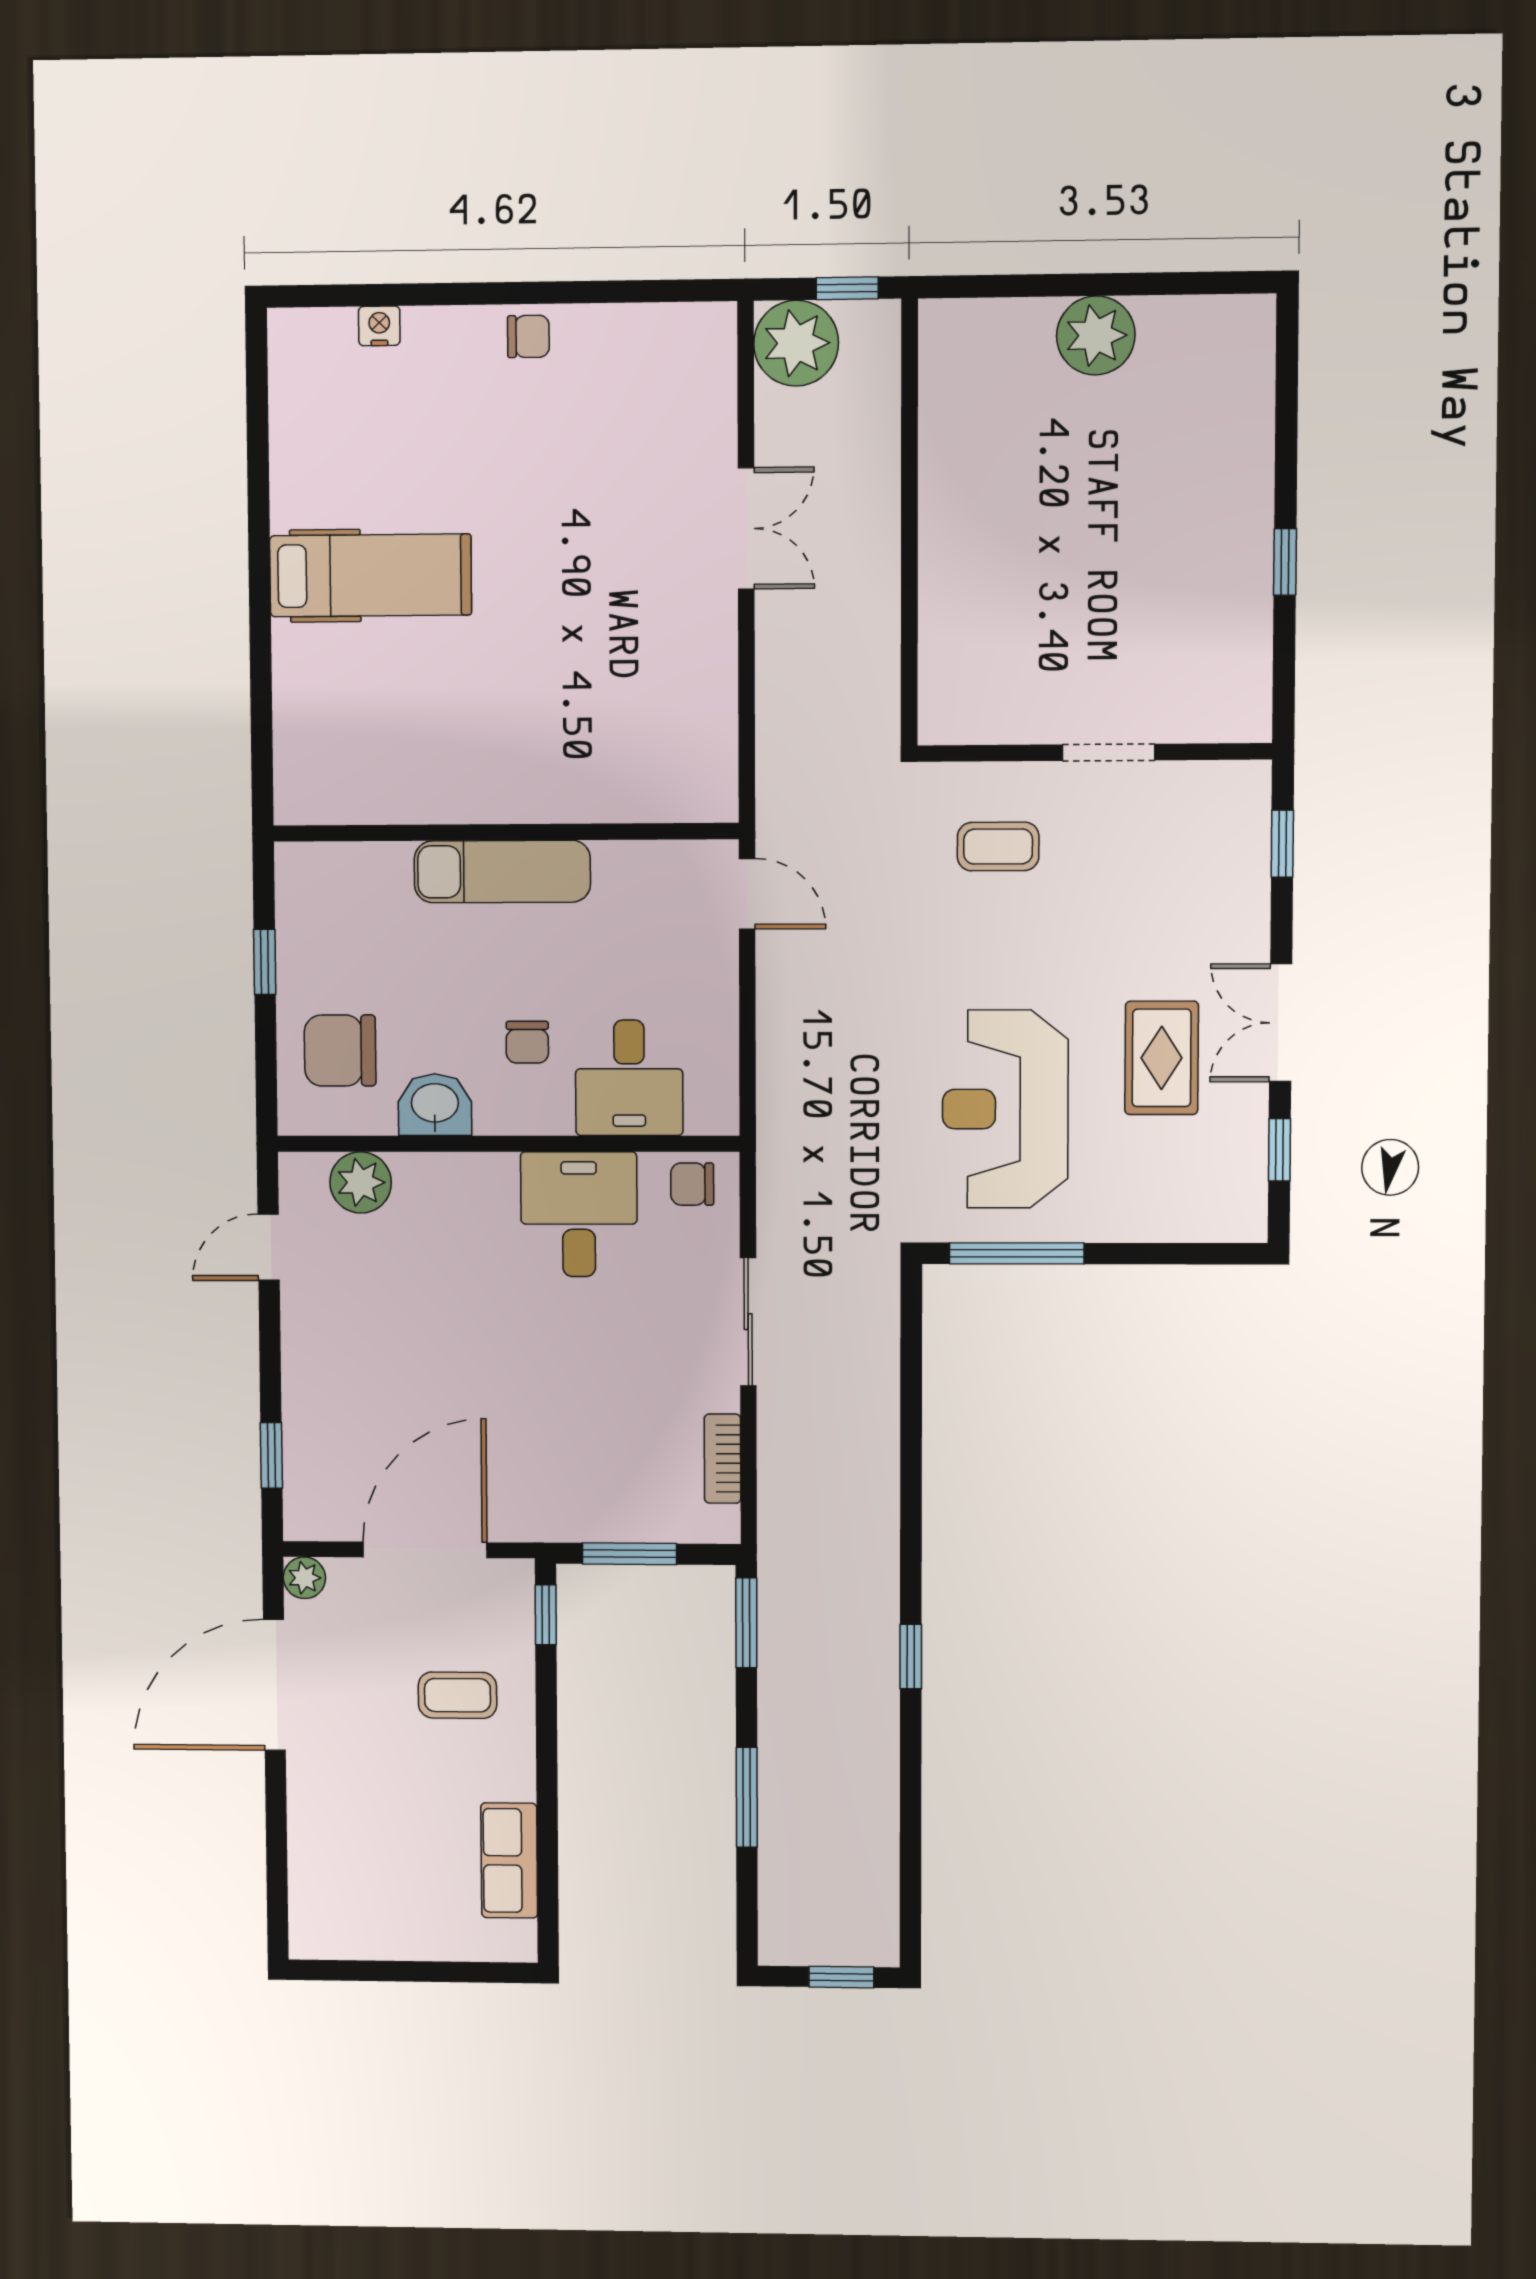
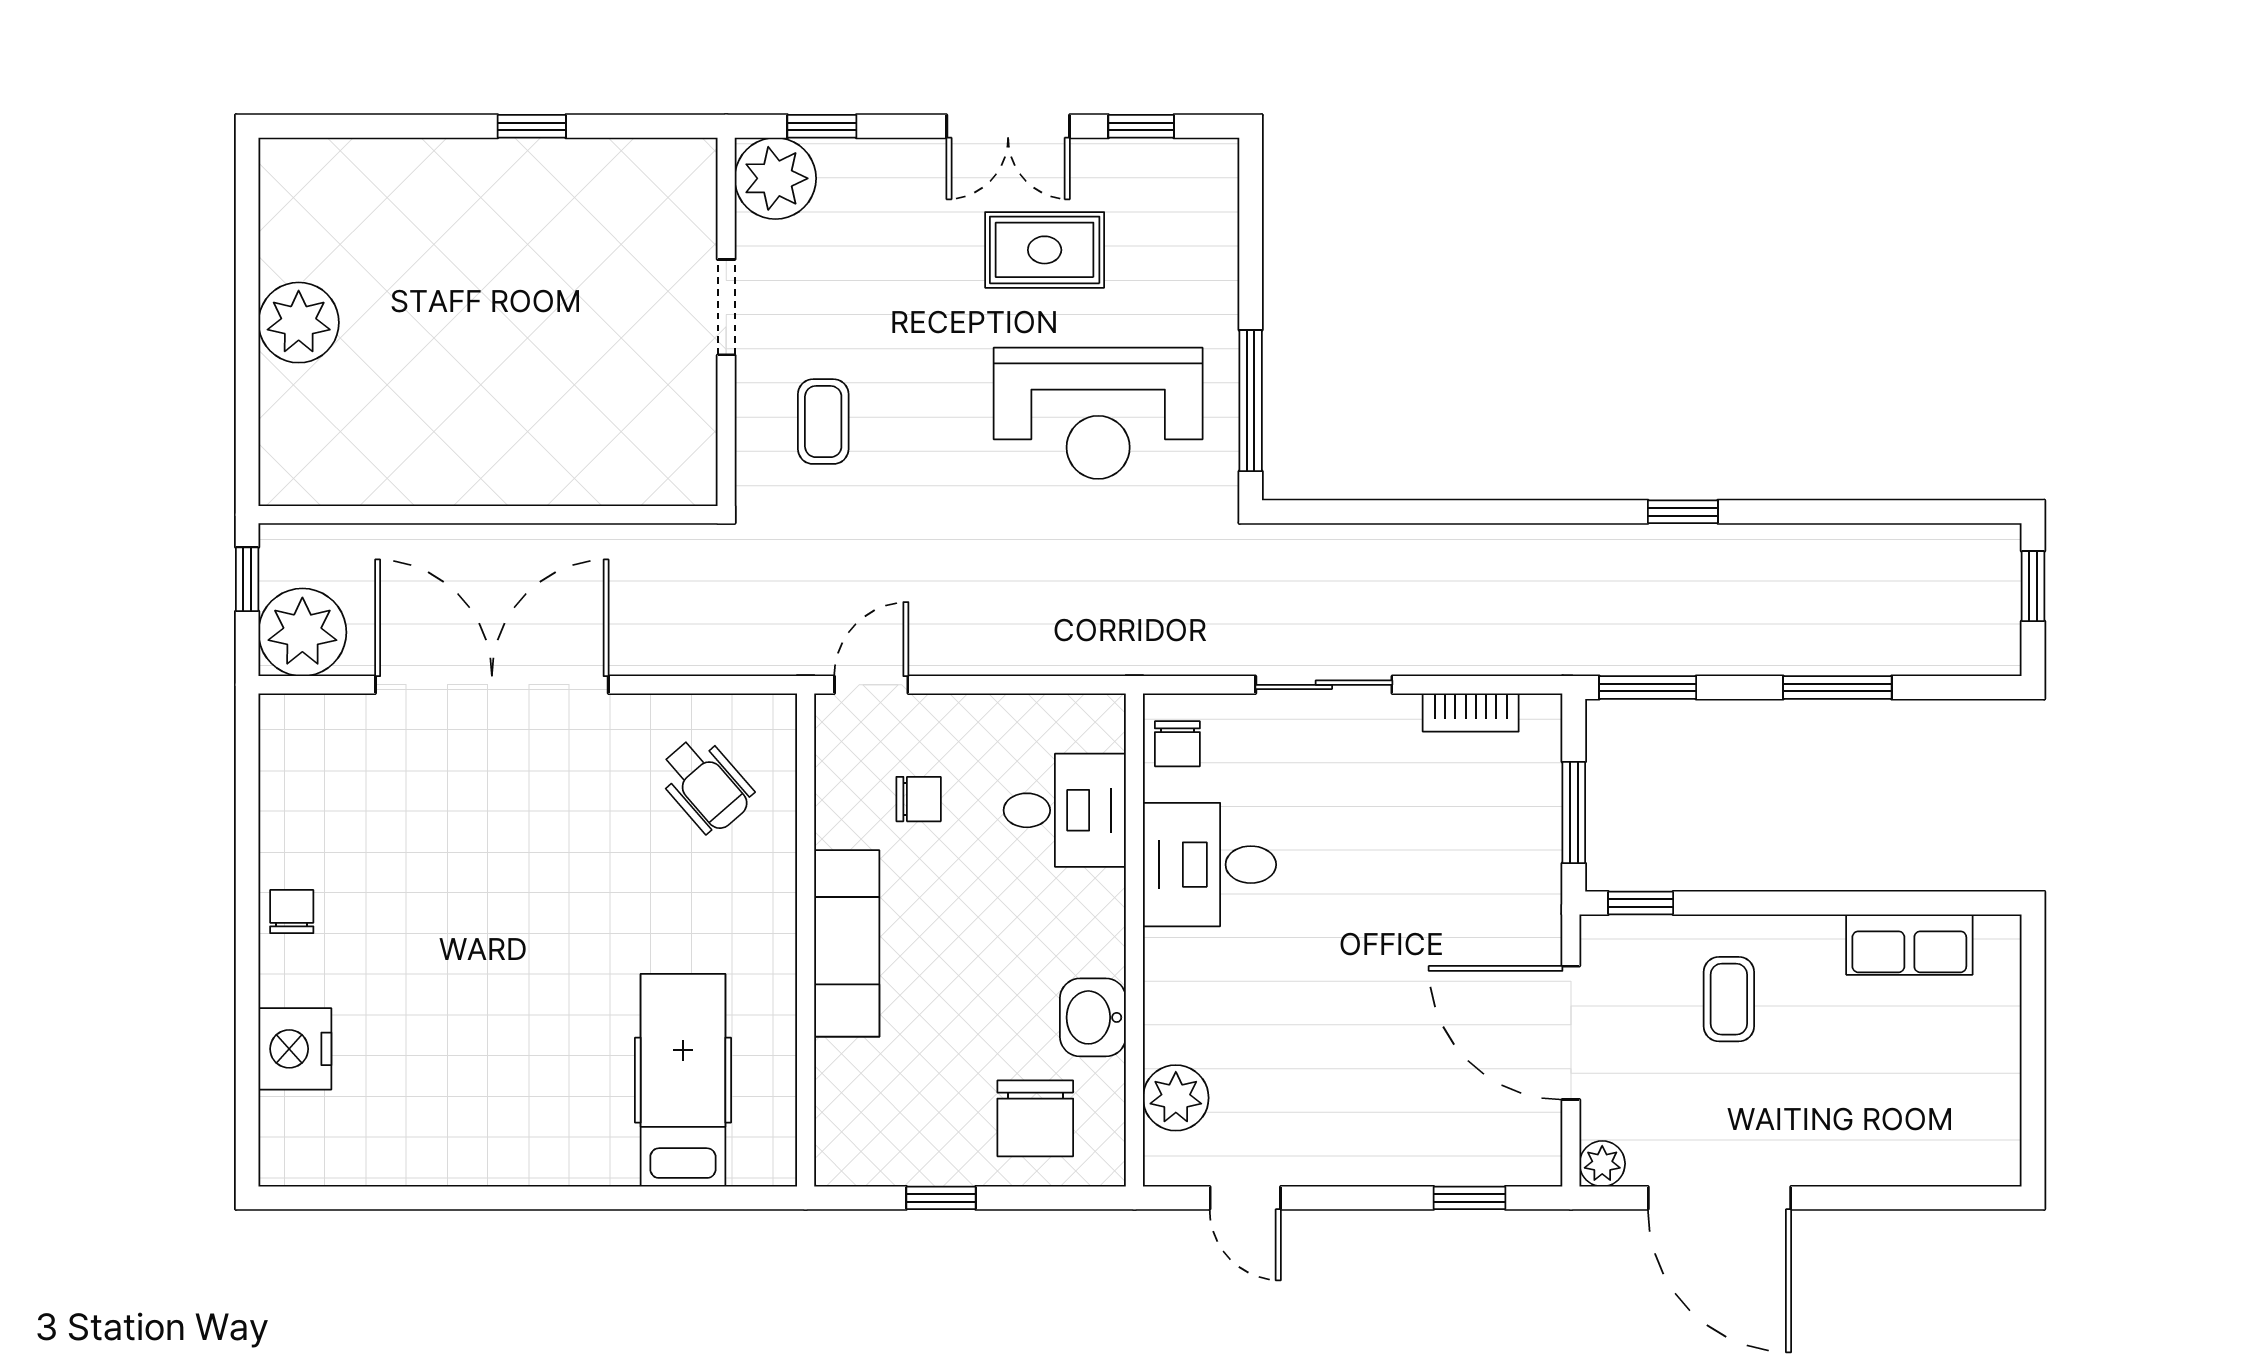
nightstand: (379, 326) -> (295, 1049), width x1.89, depth x1.79
double door: (746, 528) -> (492, 685), width x1.87
hospital bed: (370, 575) -> (683, 1080), moved
wheelchair: (651, 736) -> (706, 785), added
plant: (1232, 799) -> (775, 178), added
chair: (527, 1042) -> (919, 799), moved

